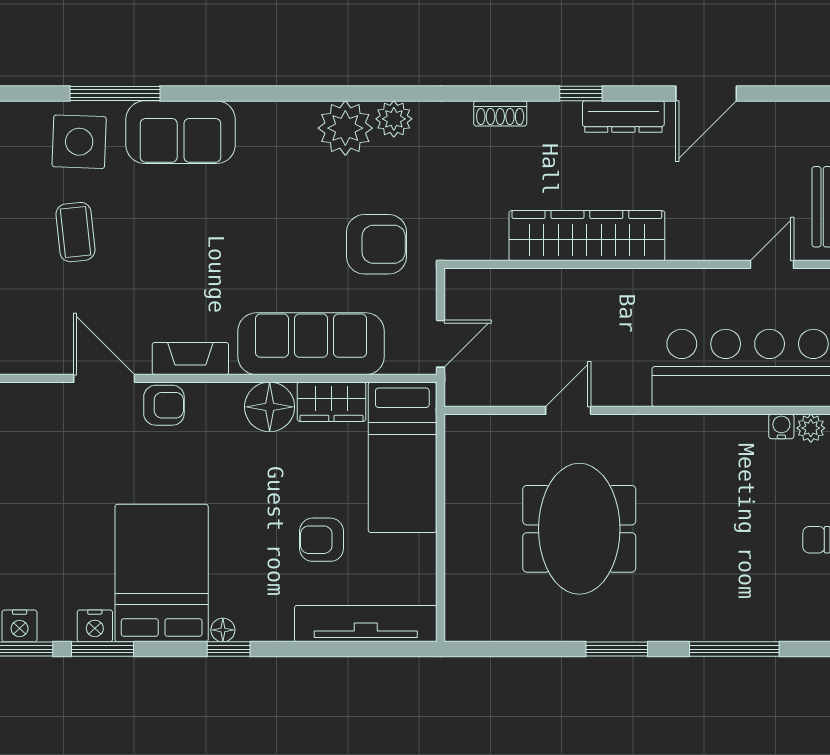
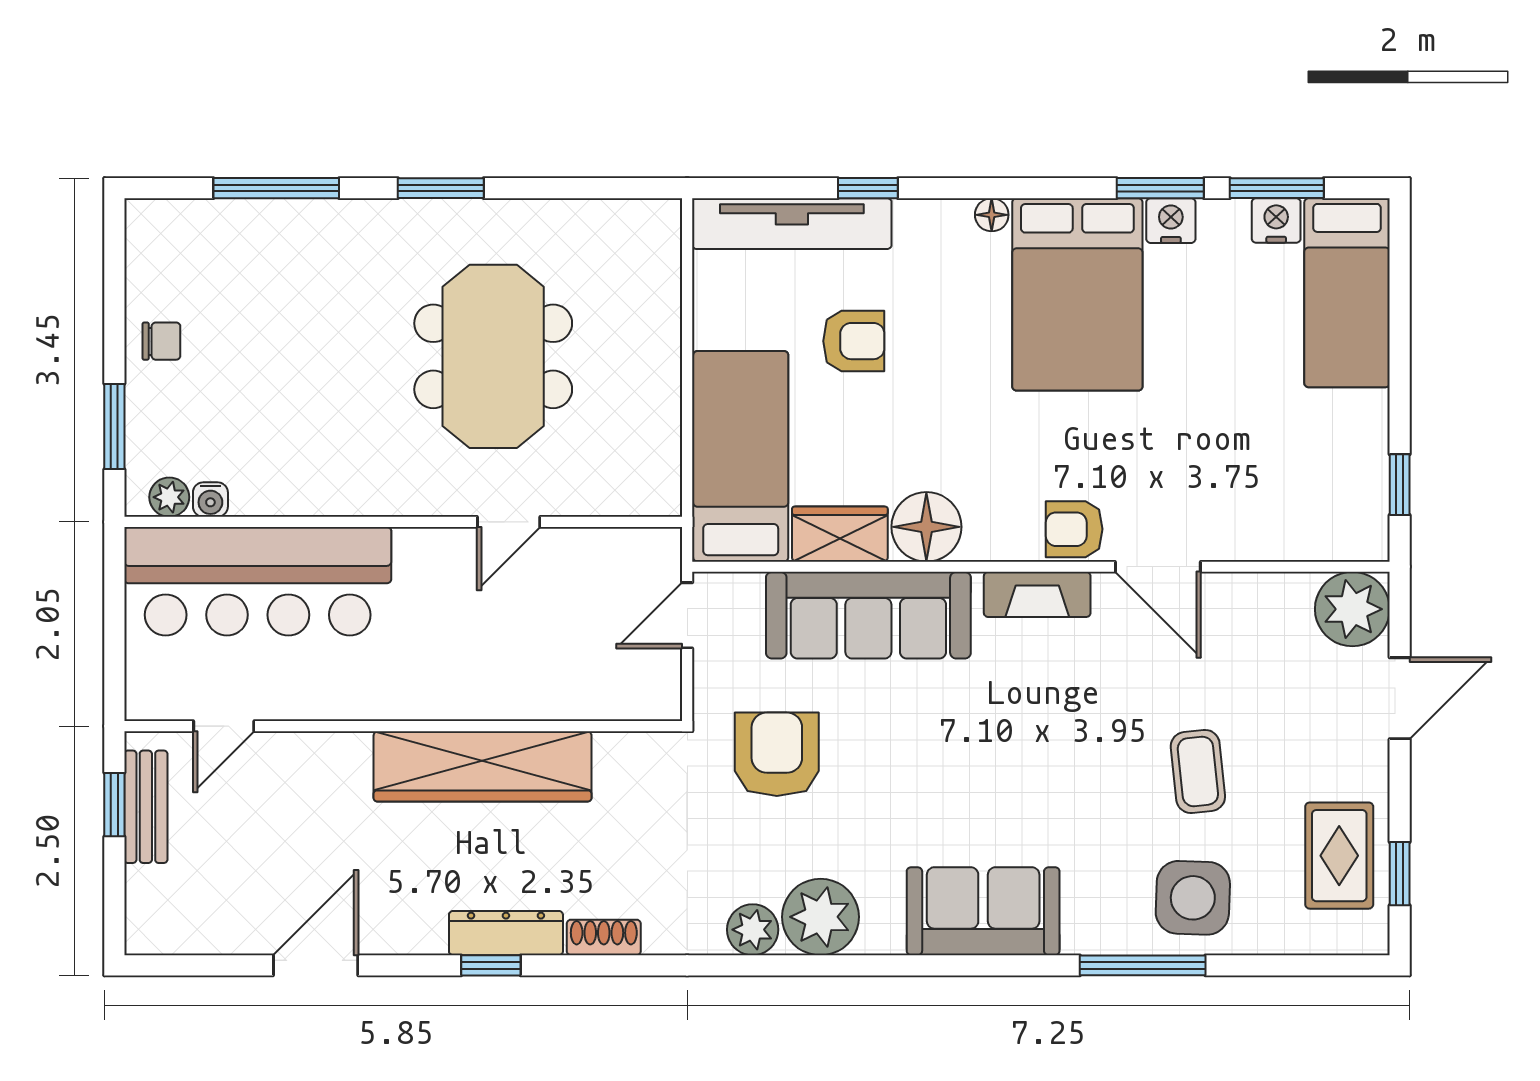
dresser: (623, 117) -> (506, 933), moved
sofa: (181, 132) -> (983, 911), moved
armchair: (376, 244) -> (777, 754), turned 90
window: (229, 649) -> (868, 188), moved

